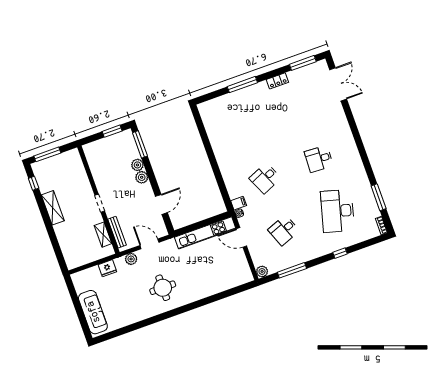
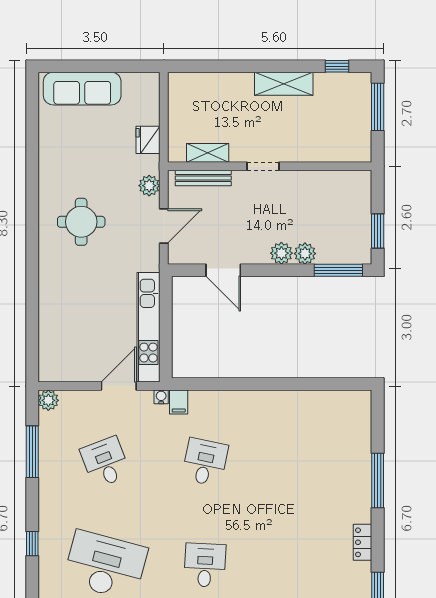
desk: (265, 178) -> (205, 462), turned 36

